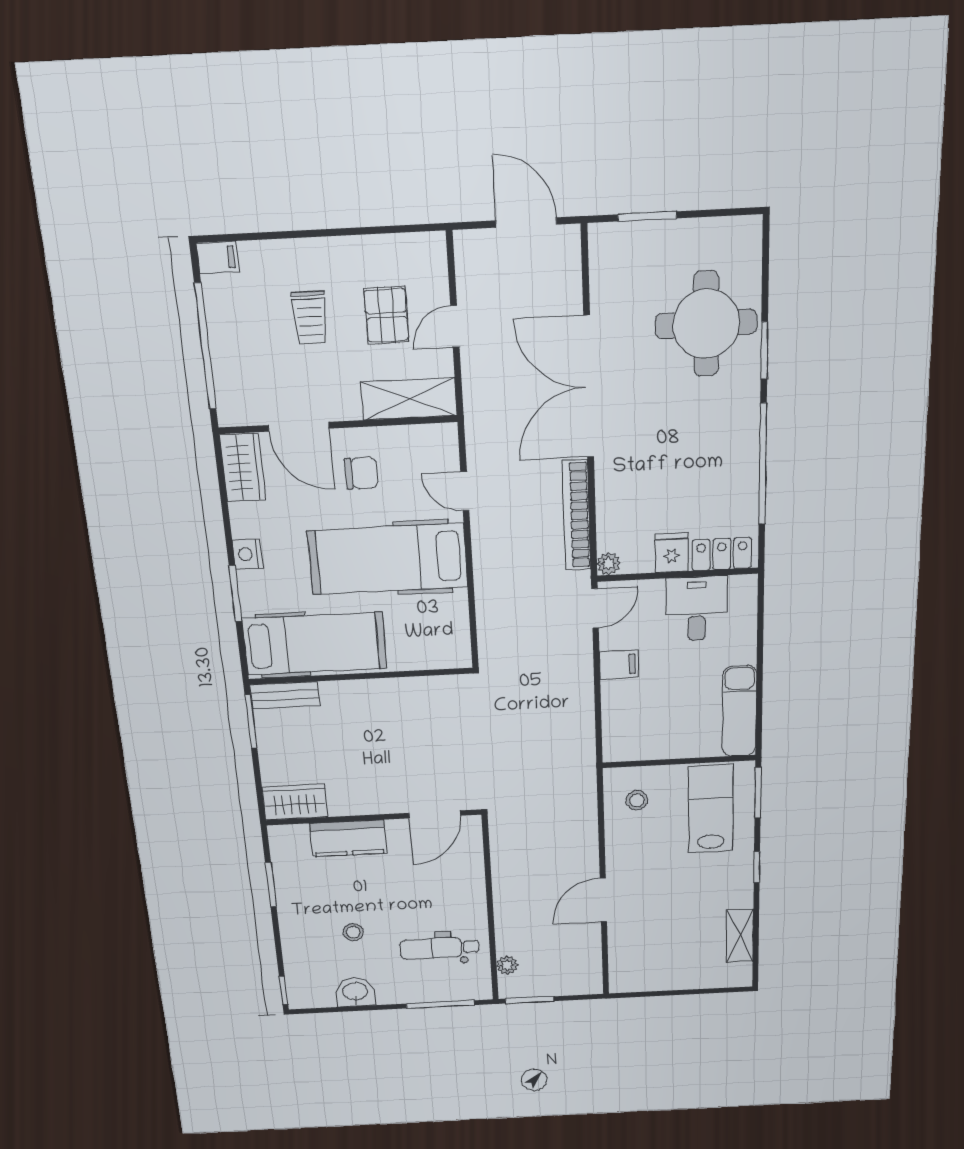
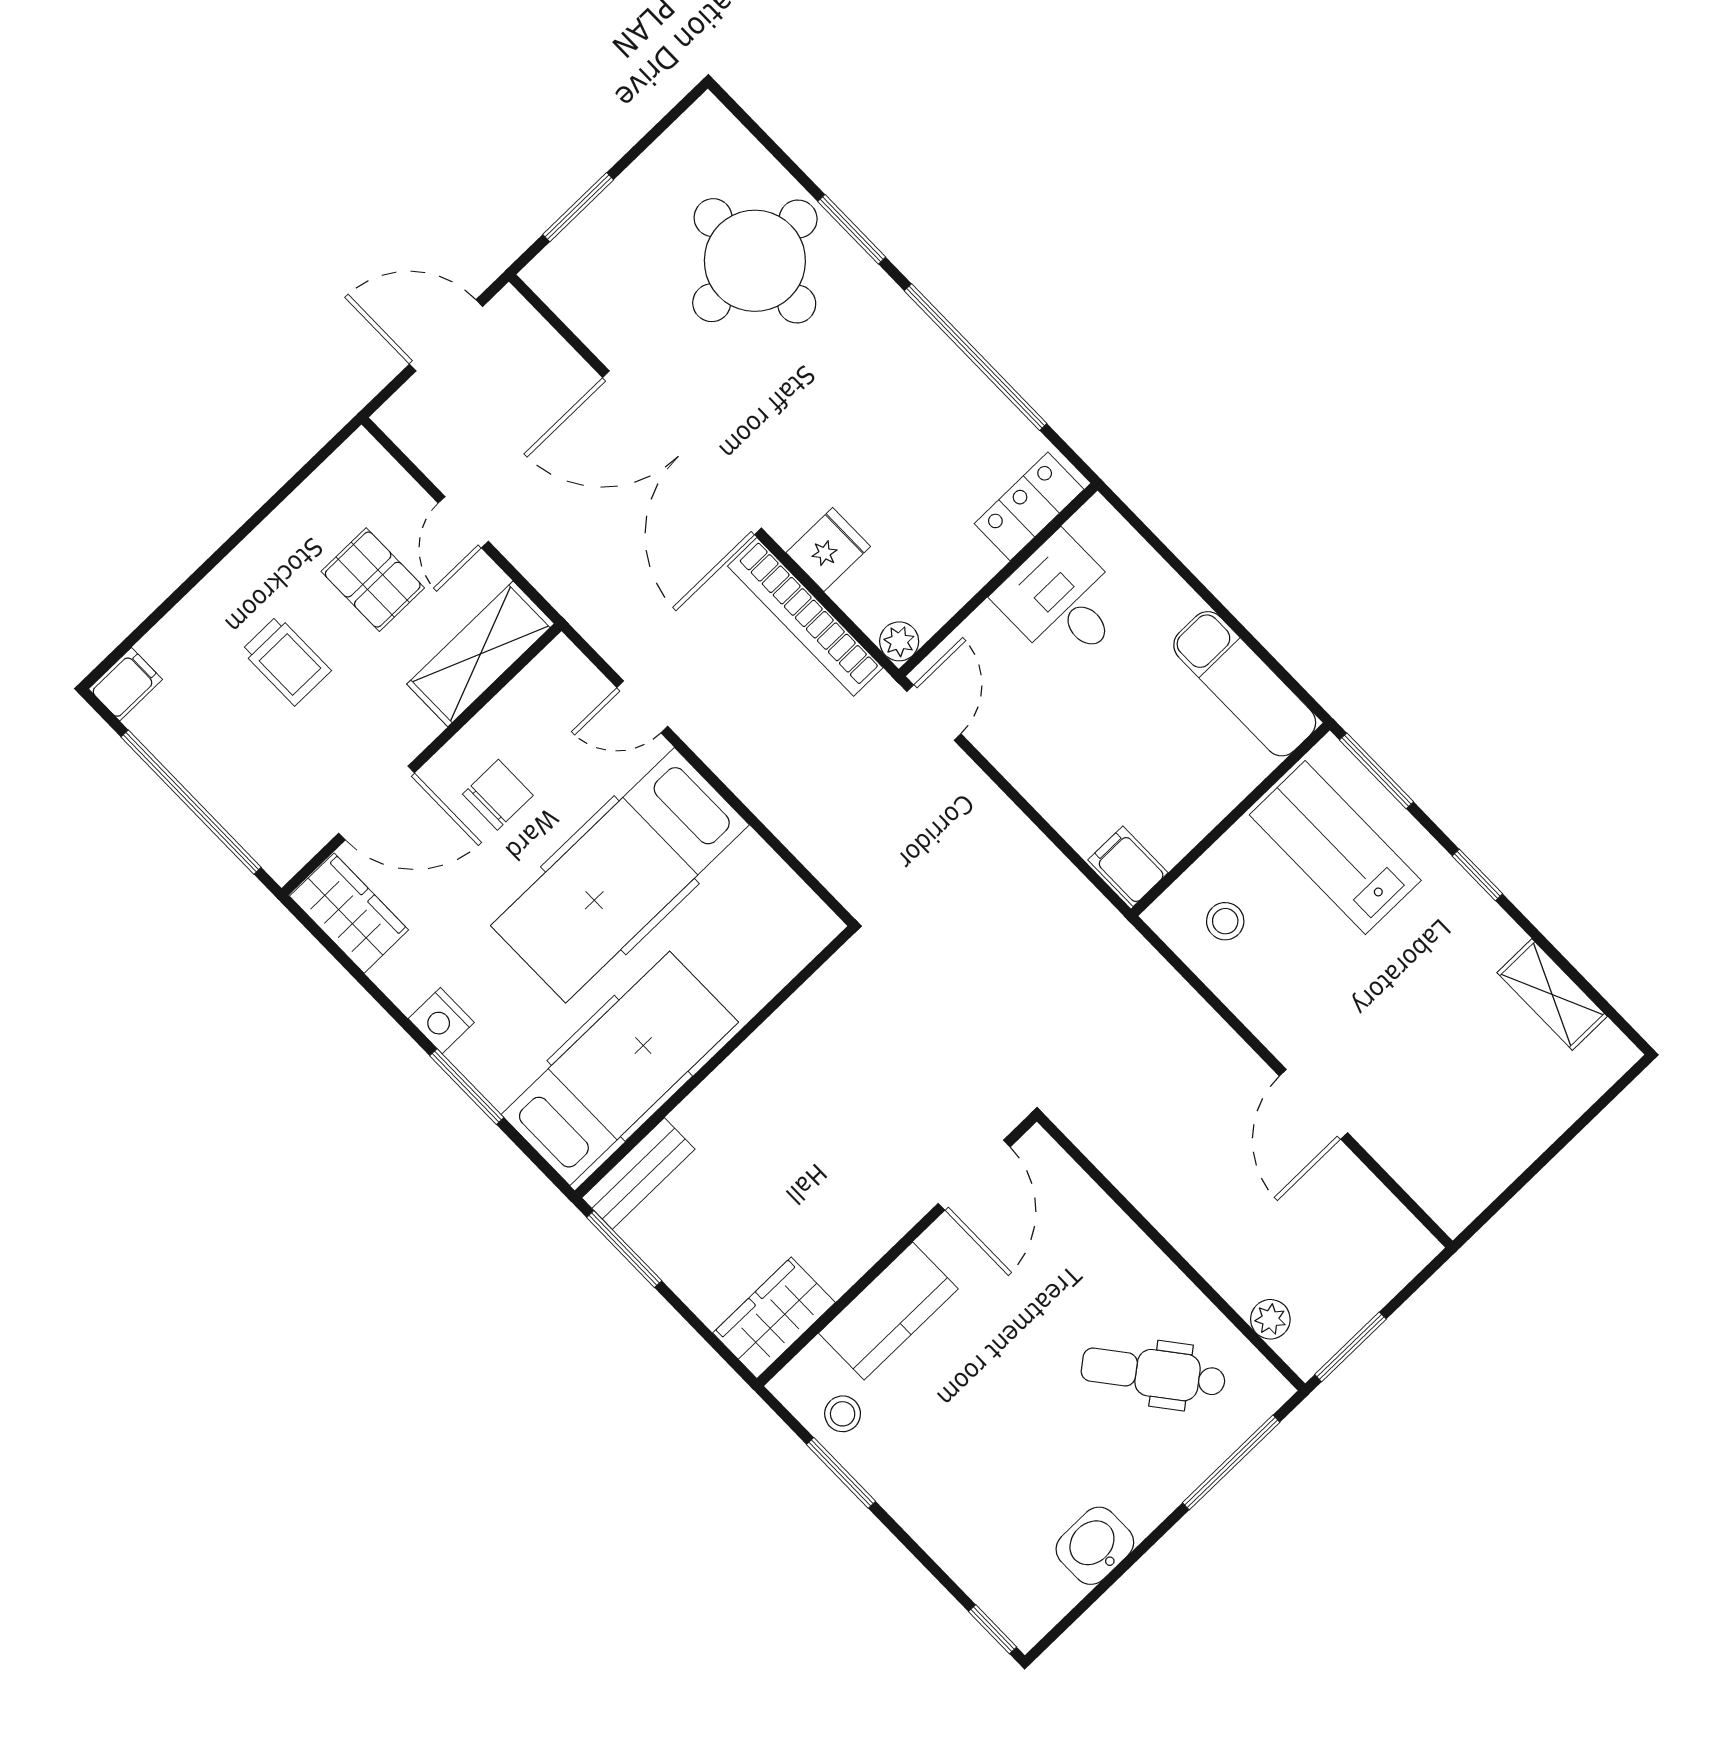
fridge: (672, 553) -> (828, 550), moved, turned 90
filing cabinet: (619, 665) -> (1128, 866), moved, turned -90
stool: (353, 932) -> (843, 1414), moved
dental chair: (440, 948) -> (1153, 1373), turned 52

